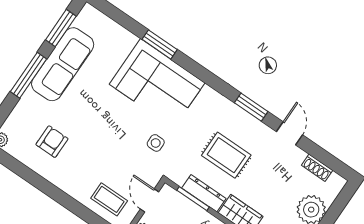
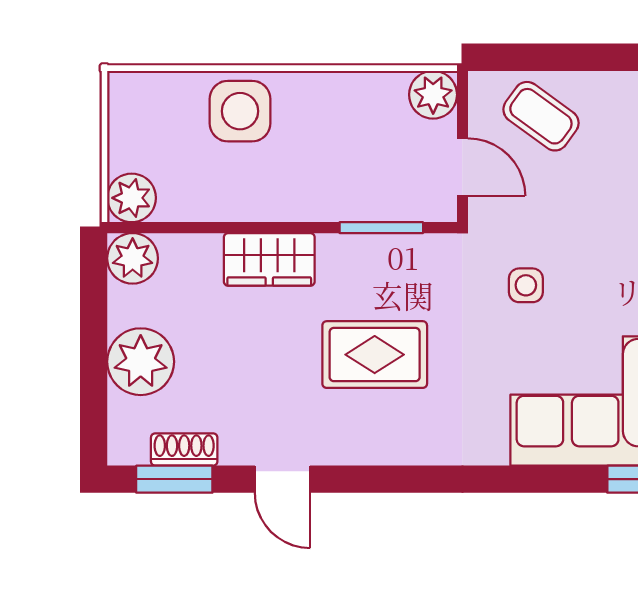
window: (251, 107) -> (174, 479), moved
dresser: (204, 193) -> (368, 252), removed
coffee table: (109, 199) -> (541, 116), turned 36

